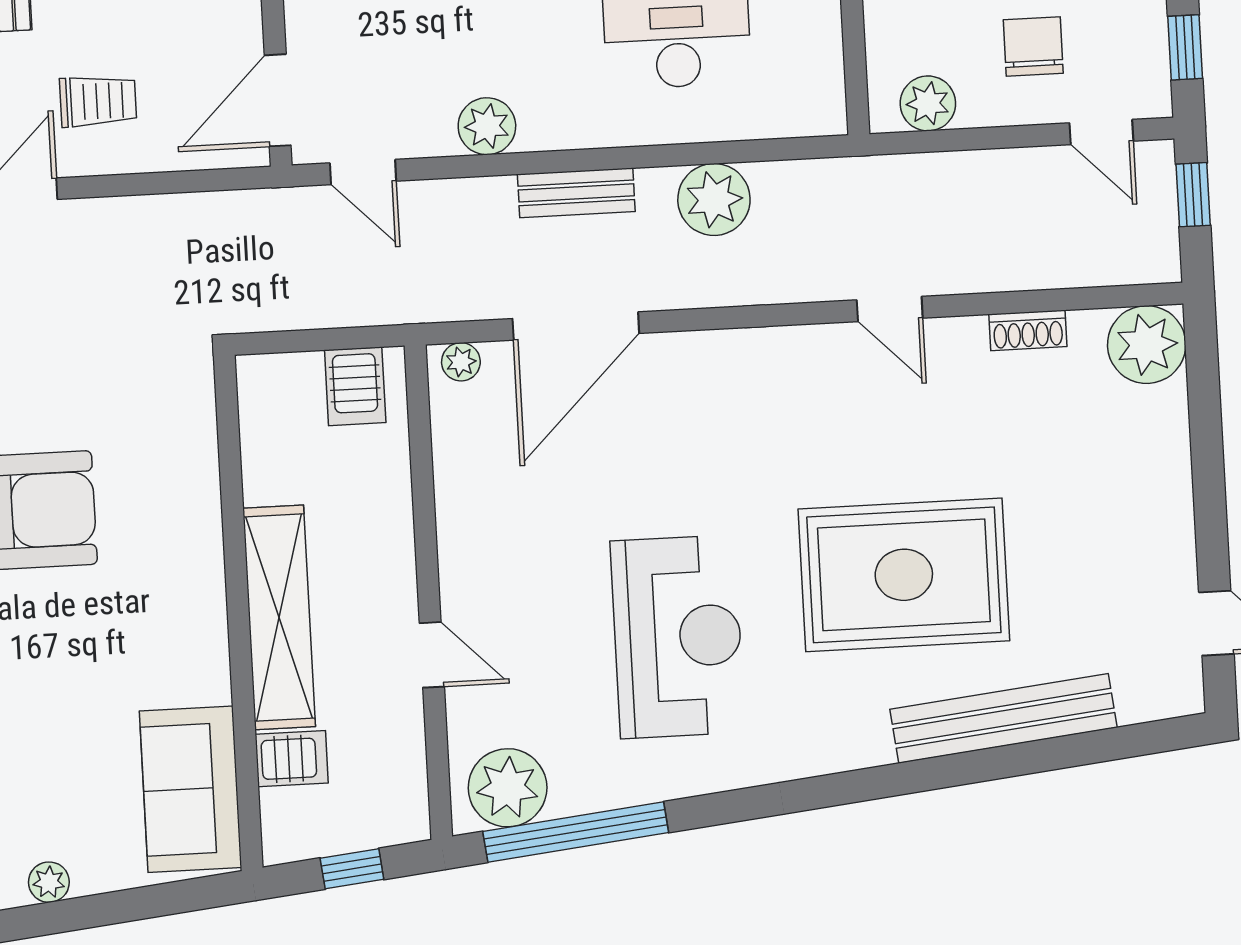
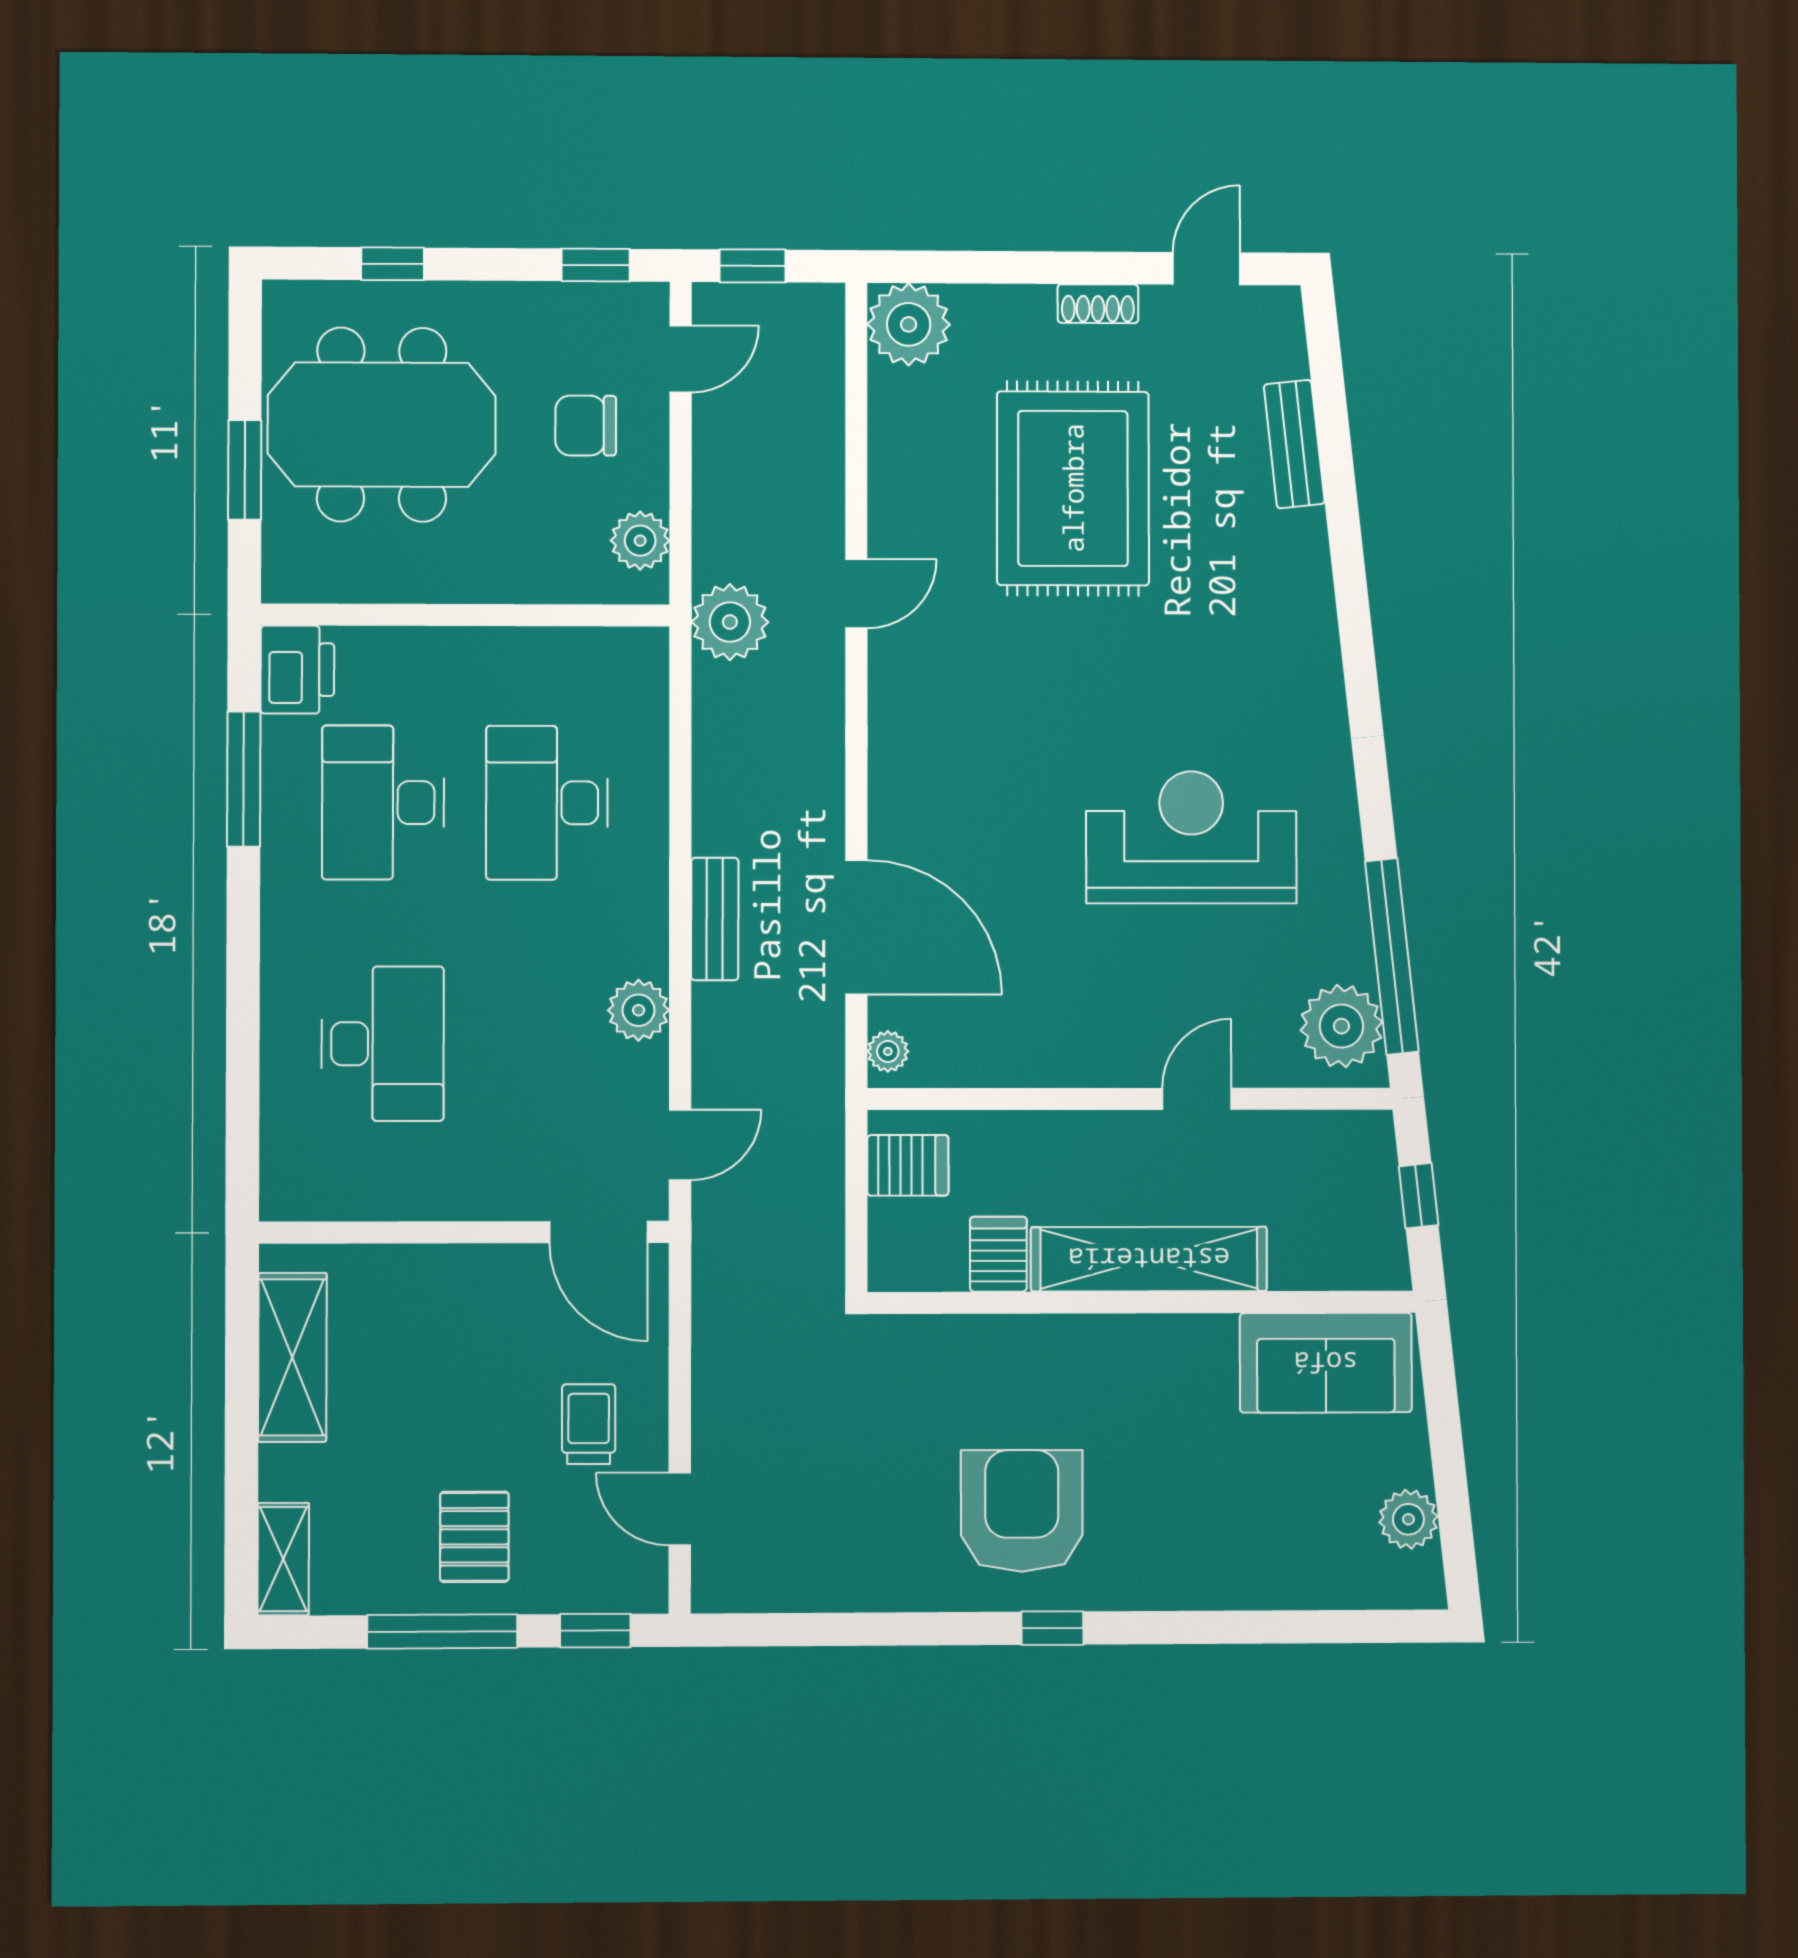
plant: (714, 199) -> (730, 622), moved
shoe rack: (1028, 330) -> (1098, 304), moved, turned 90
rug: (904, 575) -> (1073, 488), moved
bench: (1003, 718) -> (1294, 444), width x0.54, depth x0.82
server rack: (292, 759) -> (998, 1254), moved
plant: (49, 882) -> (1408, 1519), width x1.38, depth x1.38

